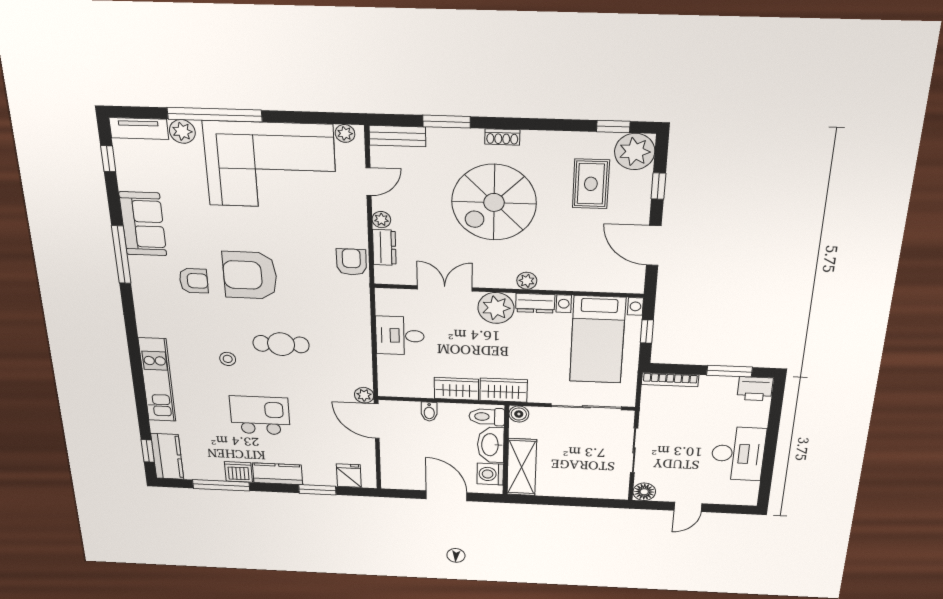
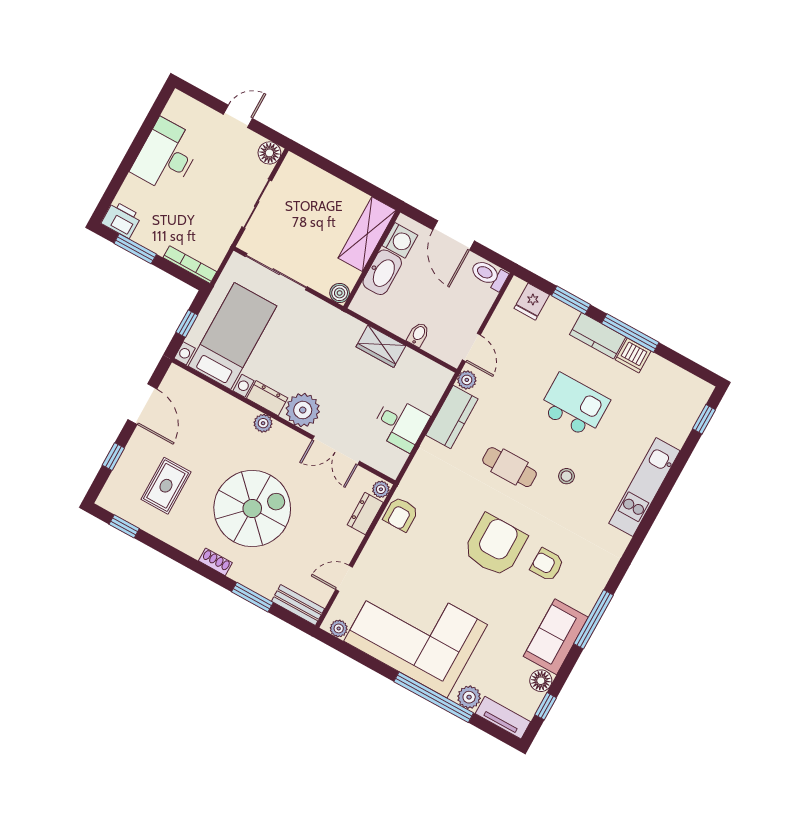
plant: (635, 152) -> (118, 496), removed
floor lamp: (129, 179) -> (541, 681), added
plant: (381, 220) -> (381, 489), moved
armchair: (250, 275) -> (495, 545), turned -90
wardrobe: (504, 390) -> (340, 325), removed
kitchen island: (260, 415) -> (574, 405), turned 180
toilet: (487, 417) -> (489, 275), moved, turned 180
door: (377, 421) -> (471, 347), width x0.73
kitchen counter: (167, 456) -> (452, 417), moved, turned 180
window: (221, 485) -> (630, 333), moved

